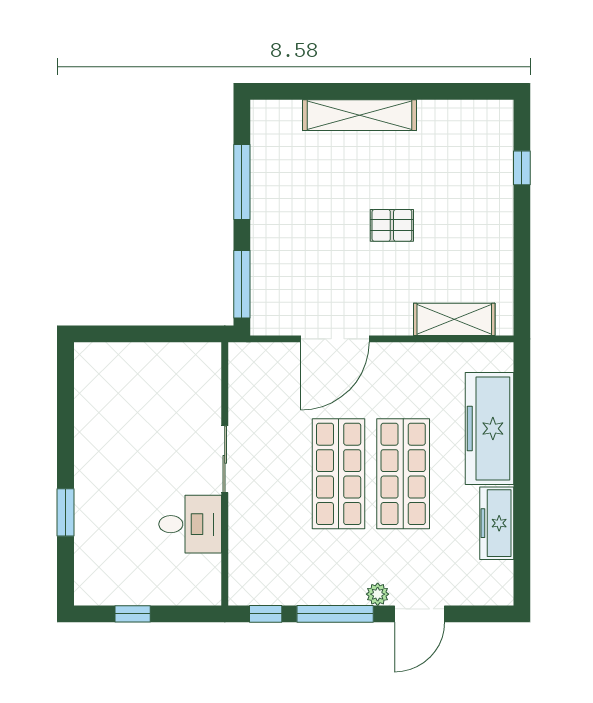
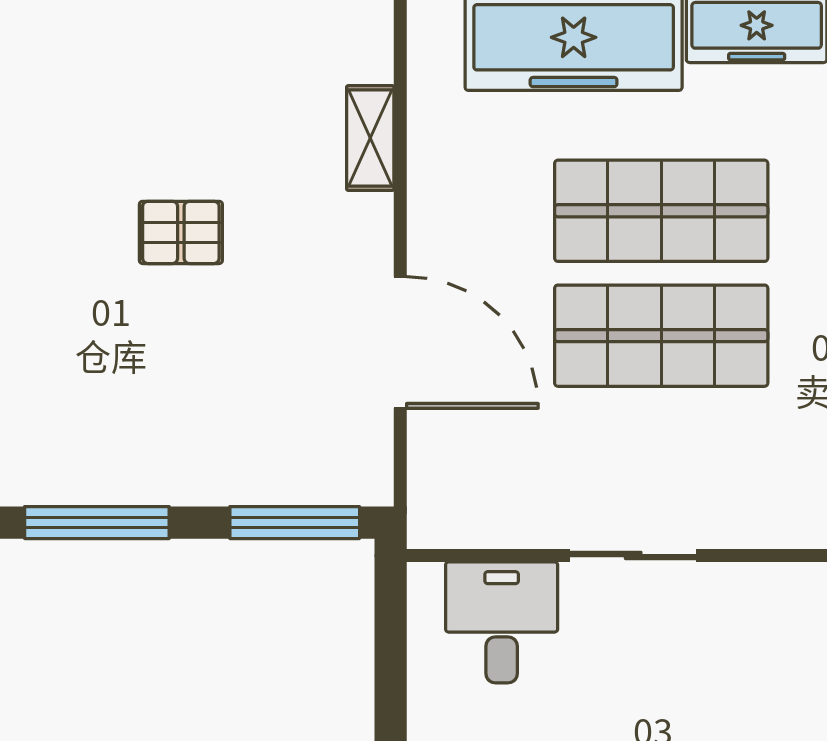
pallet: (392, 225) -> (181, 232), turned 90
shelving: (454, 319) -> (370, 138), width x0.67, depth x0.75
desk: (190, 524) -> (502, 622), moved

